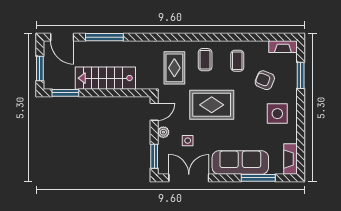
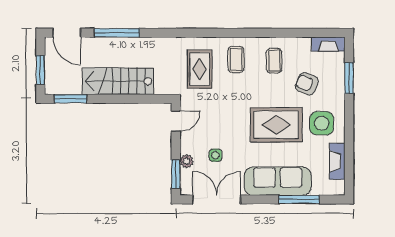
rug: (212, 105) -> (276, 125), moved
plant: (163, 132) -> (187, 161), moved
fireplace: (290, 159) -> (337, 161), moved

